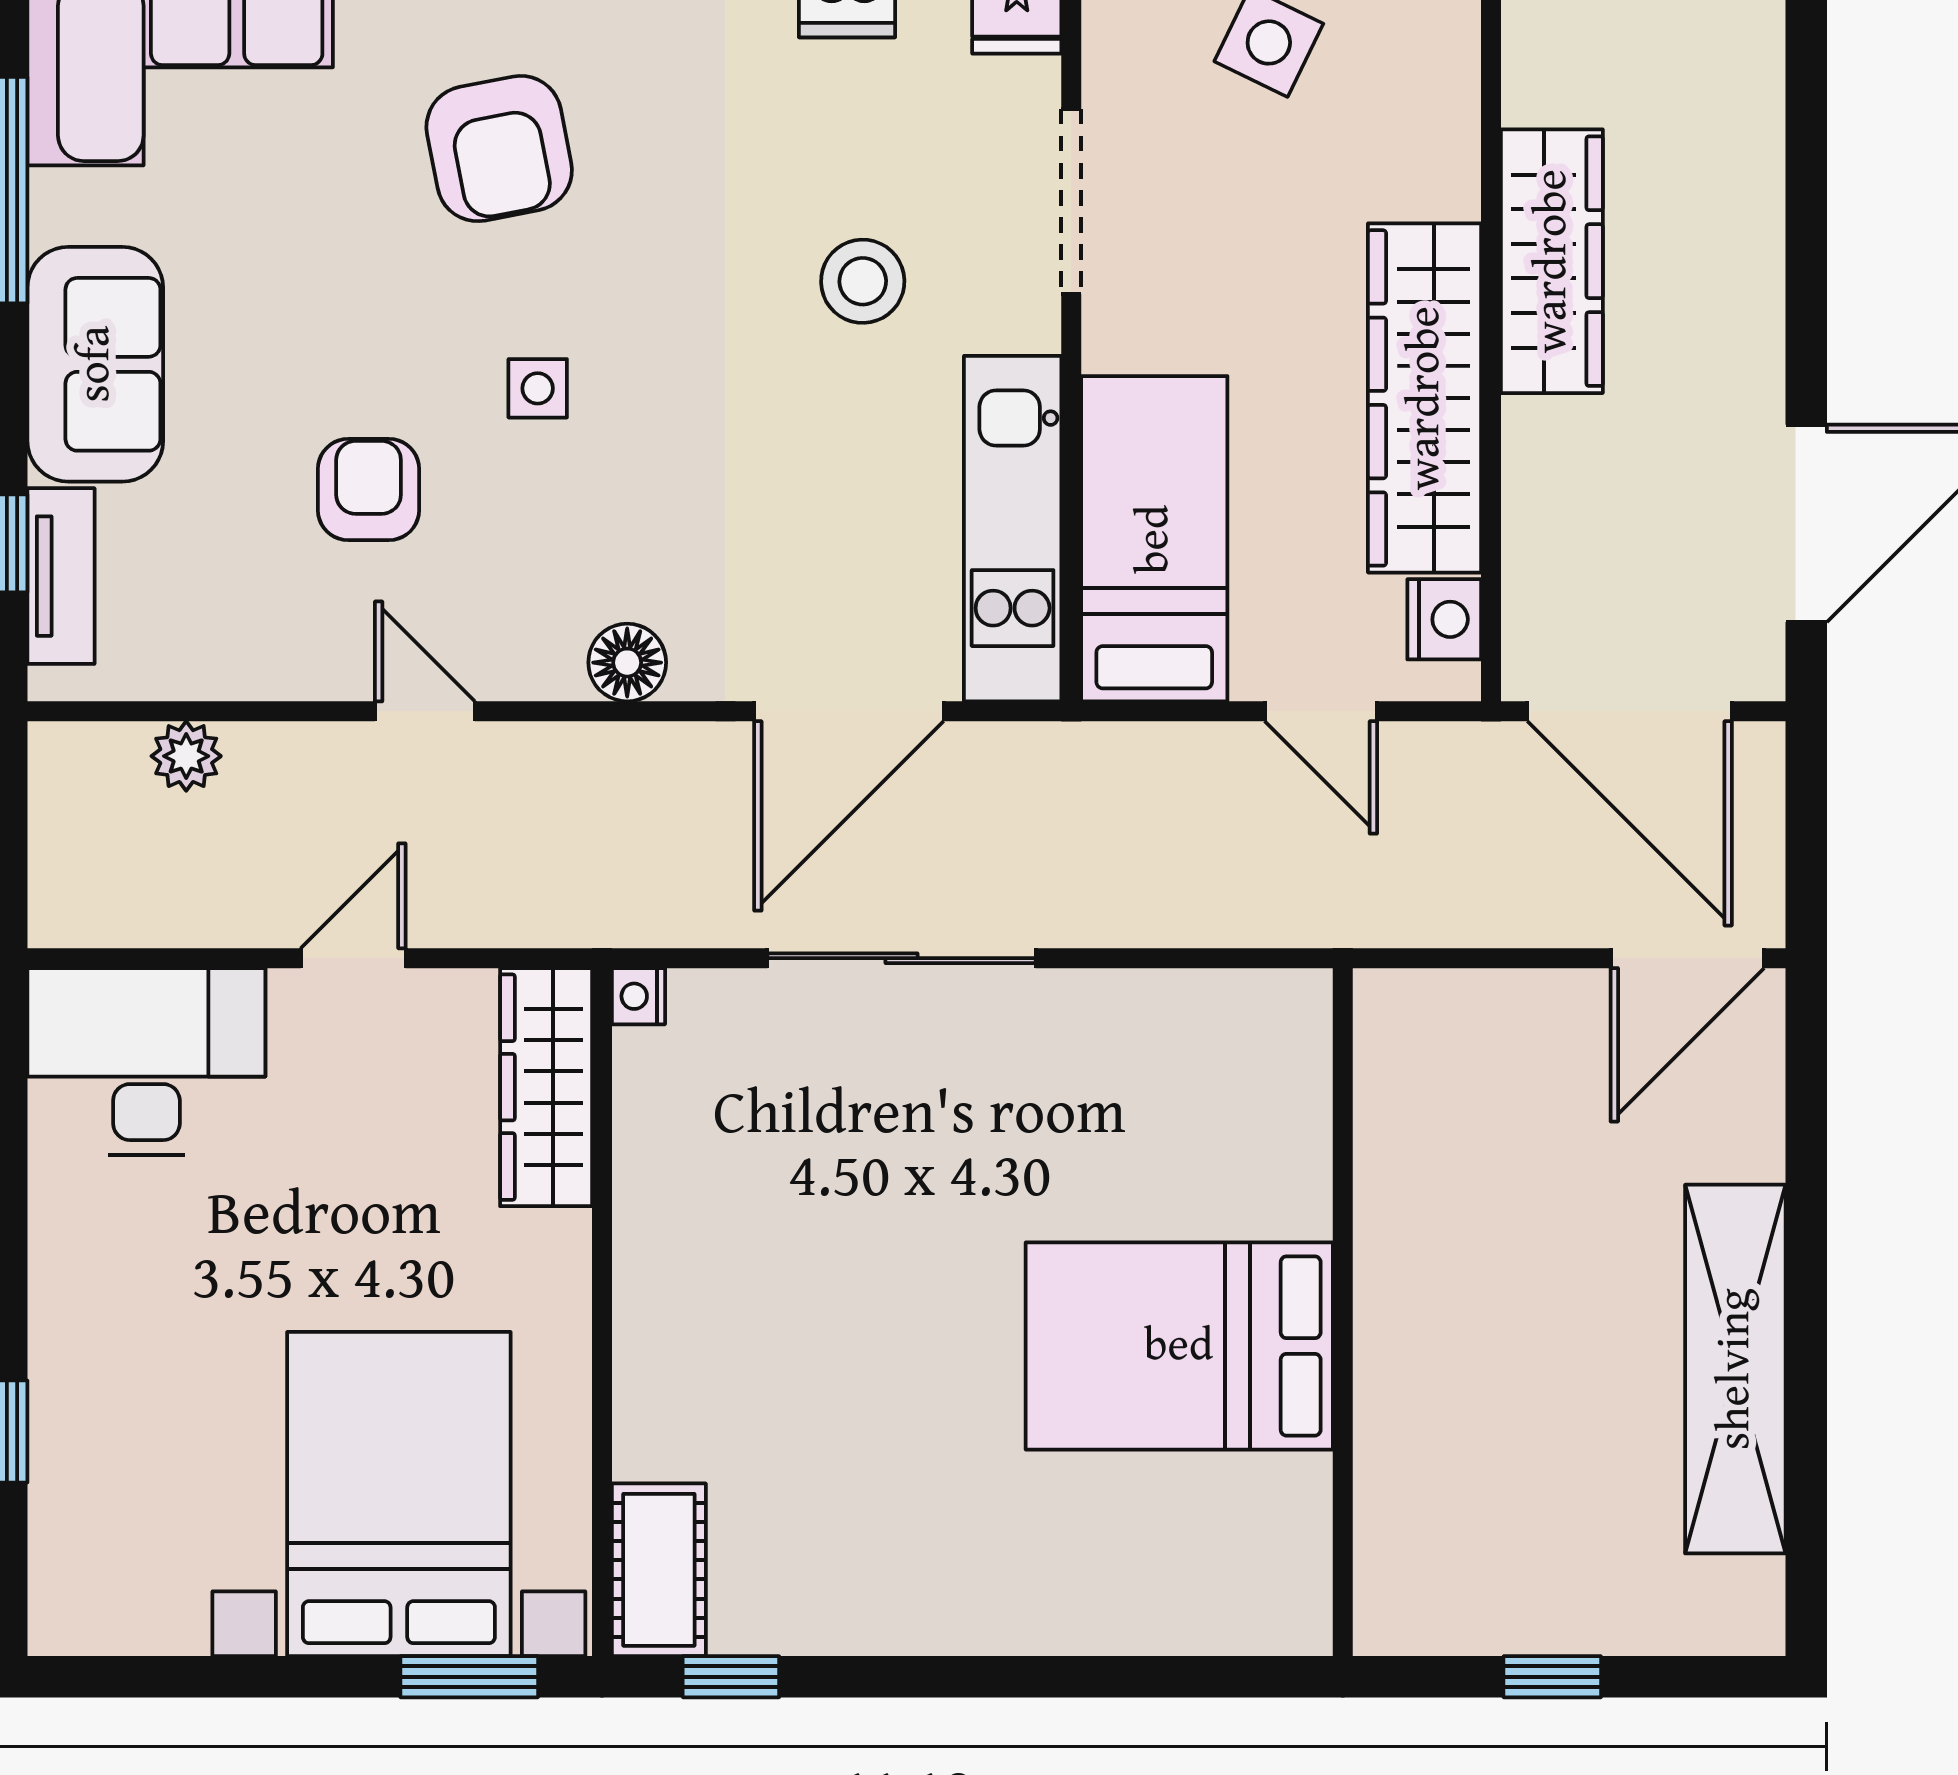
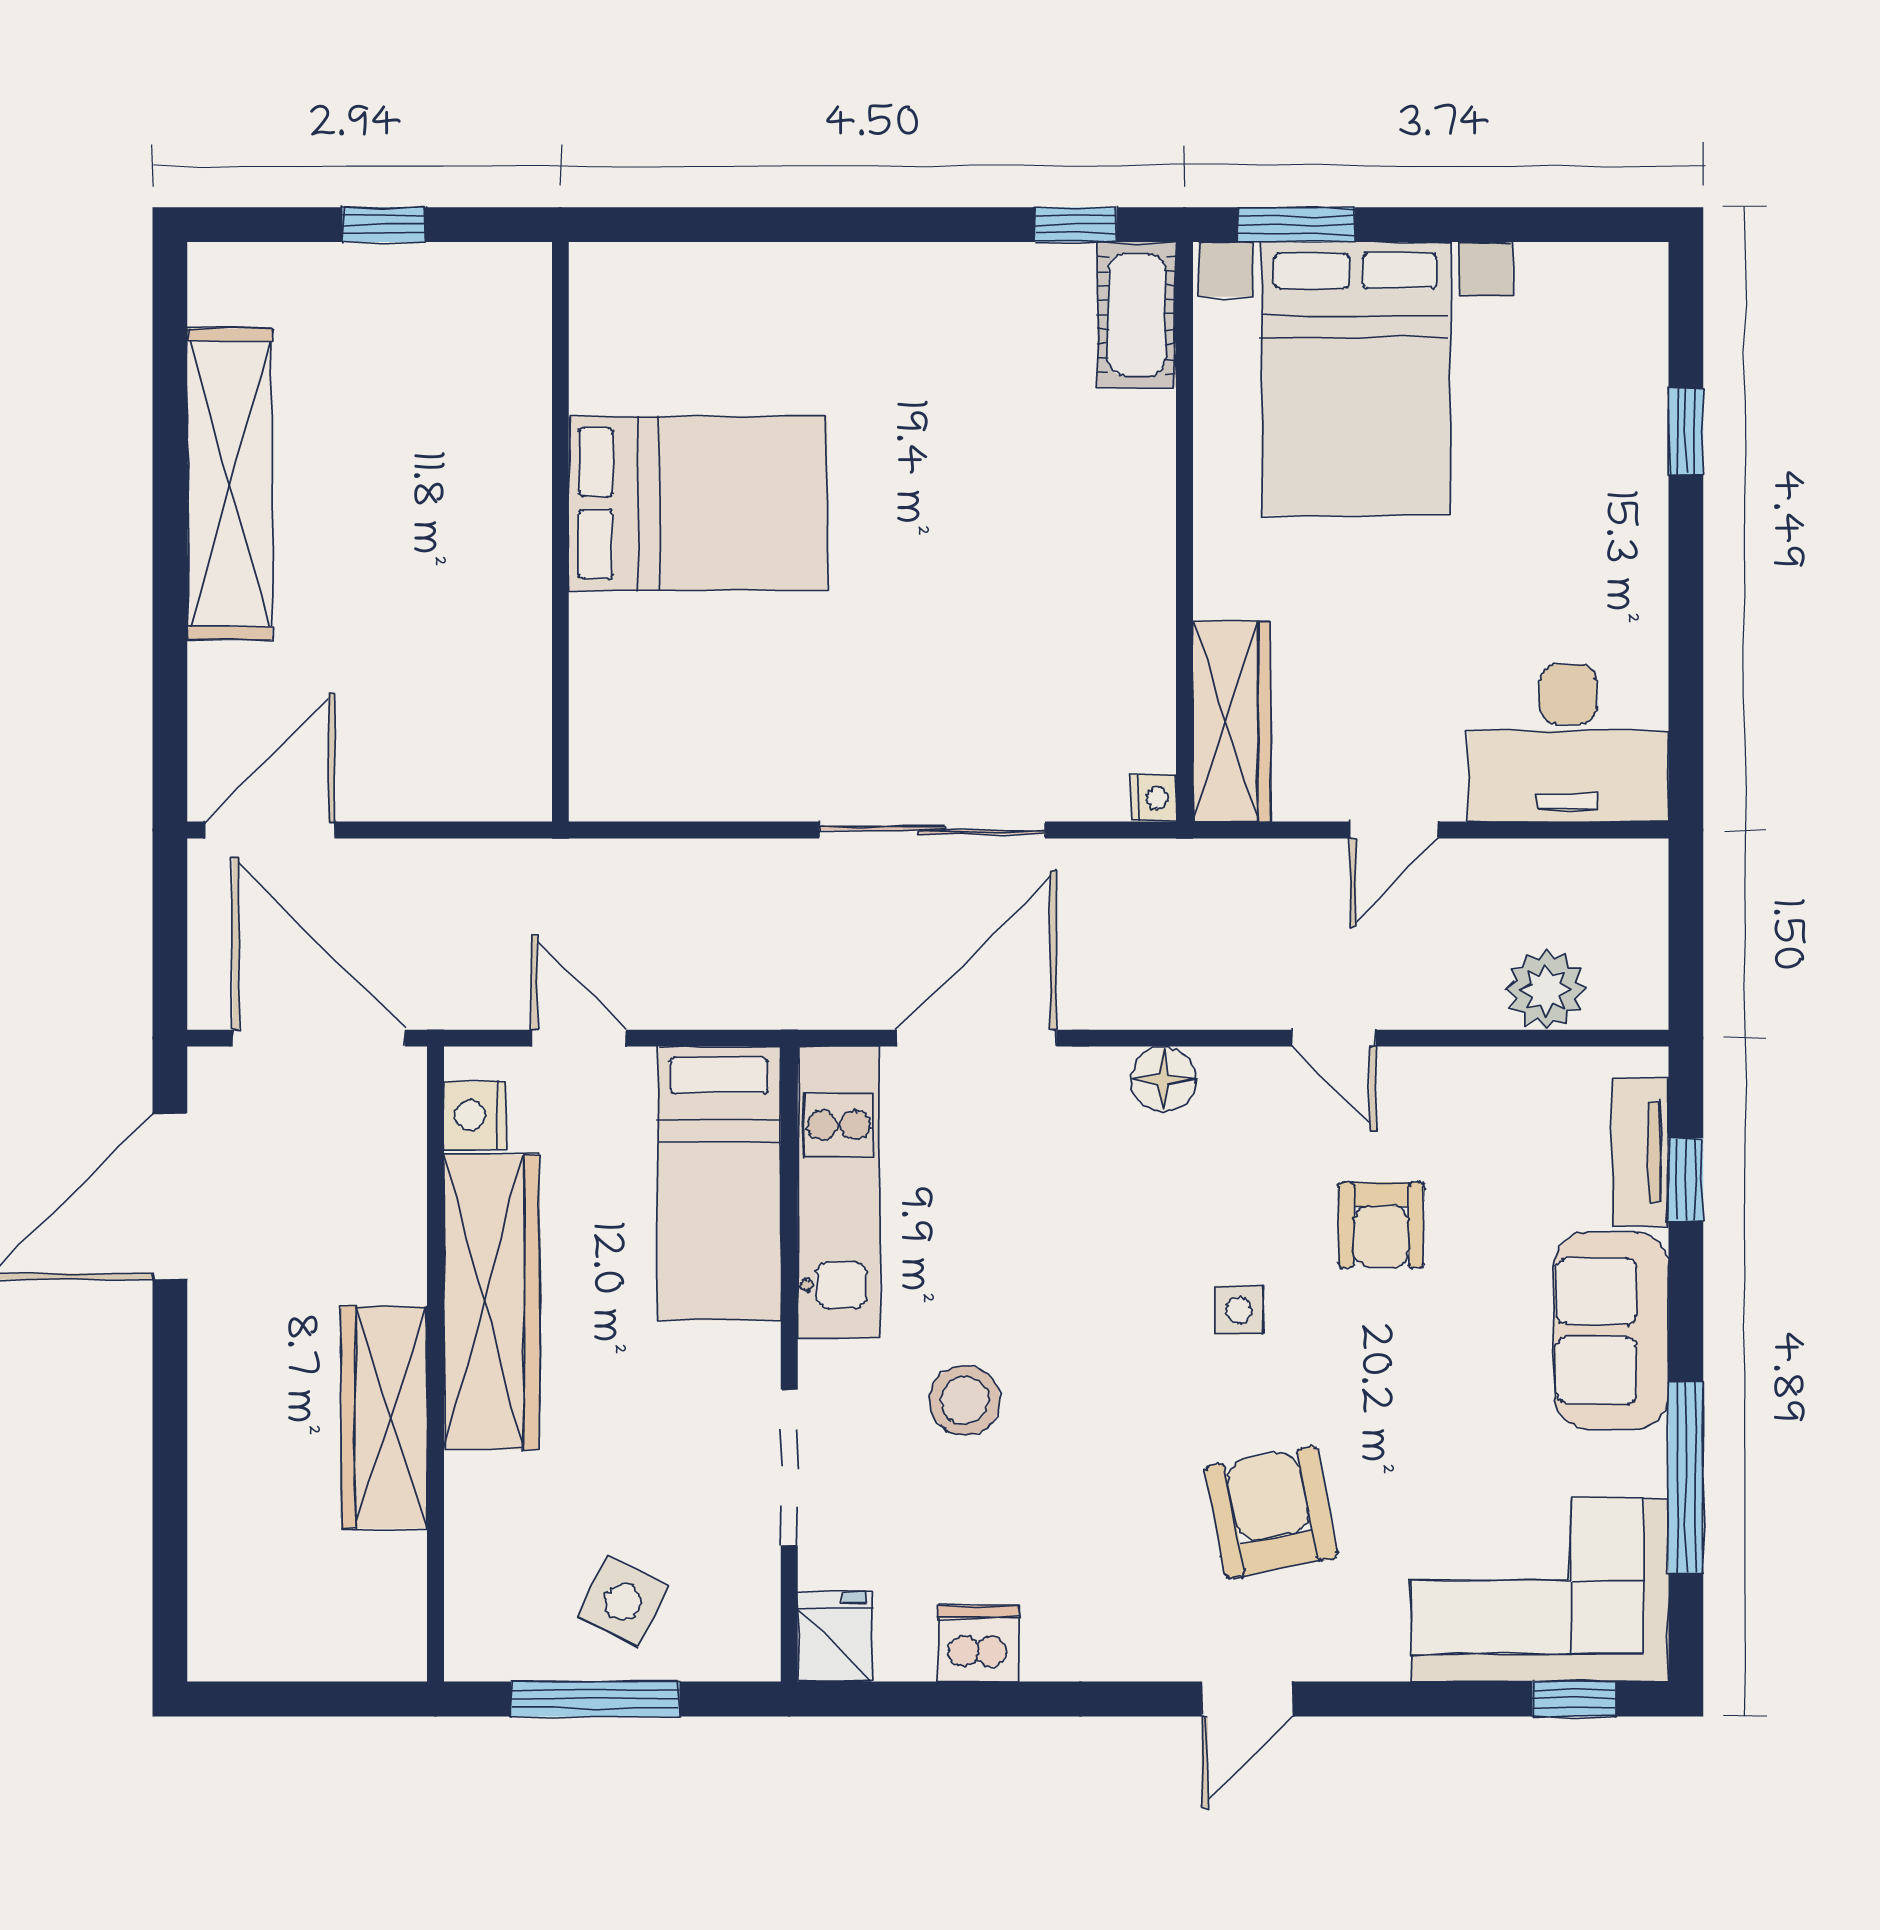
plant: (186, 756) -> (1546, 989), width x1.38, depth x1.38

